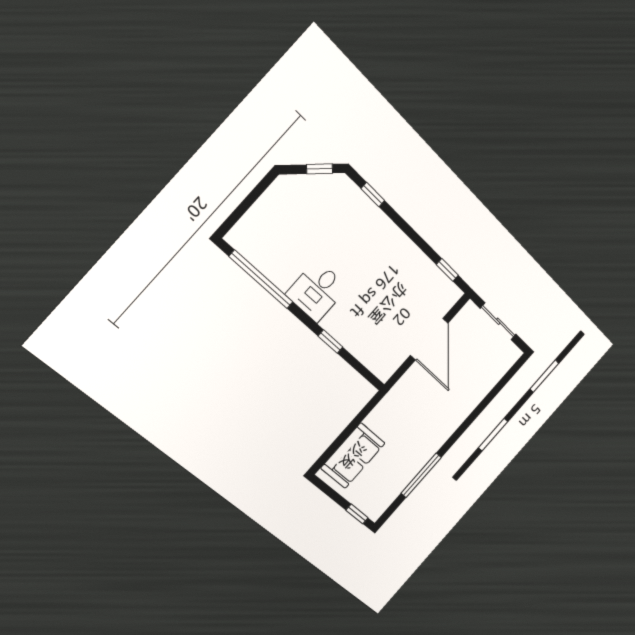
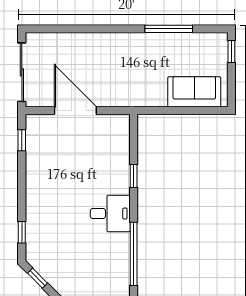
sliding door: (498, 321) -> (22, 72), width x1.37
door: (429, 339) -> (75, 111), hinge flipped

